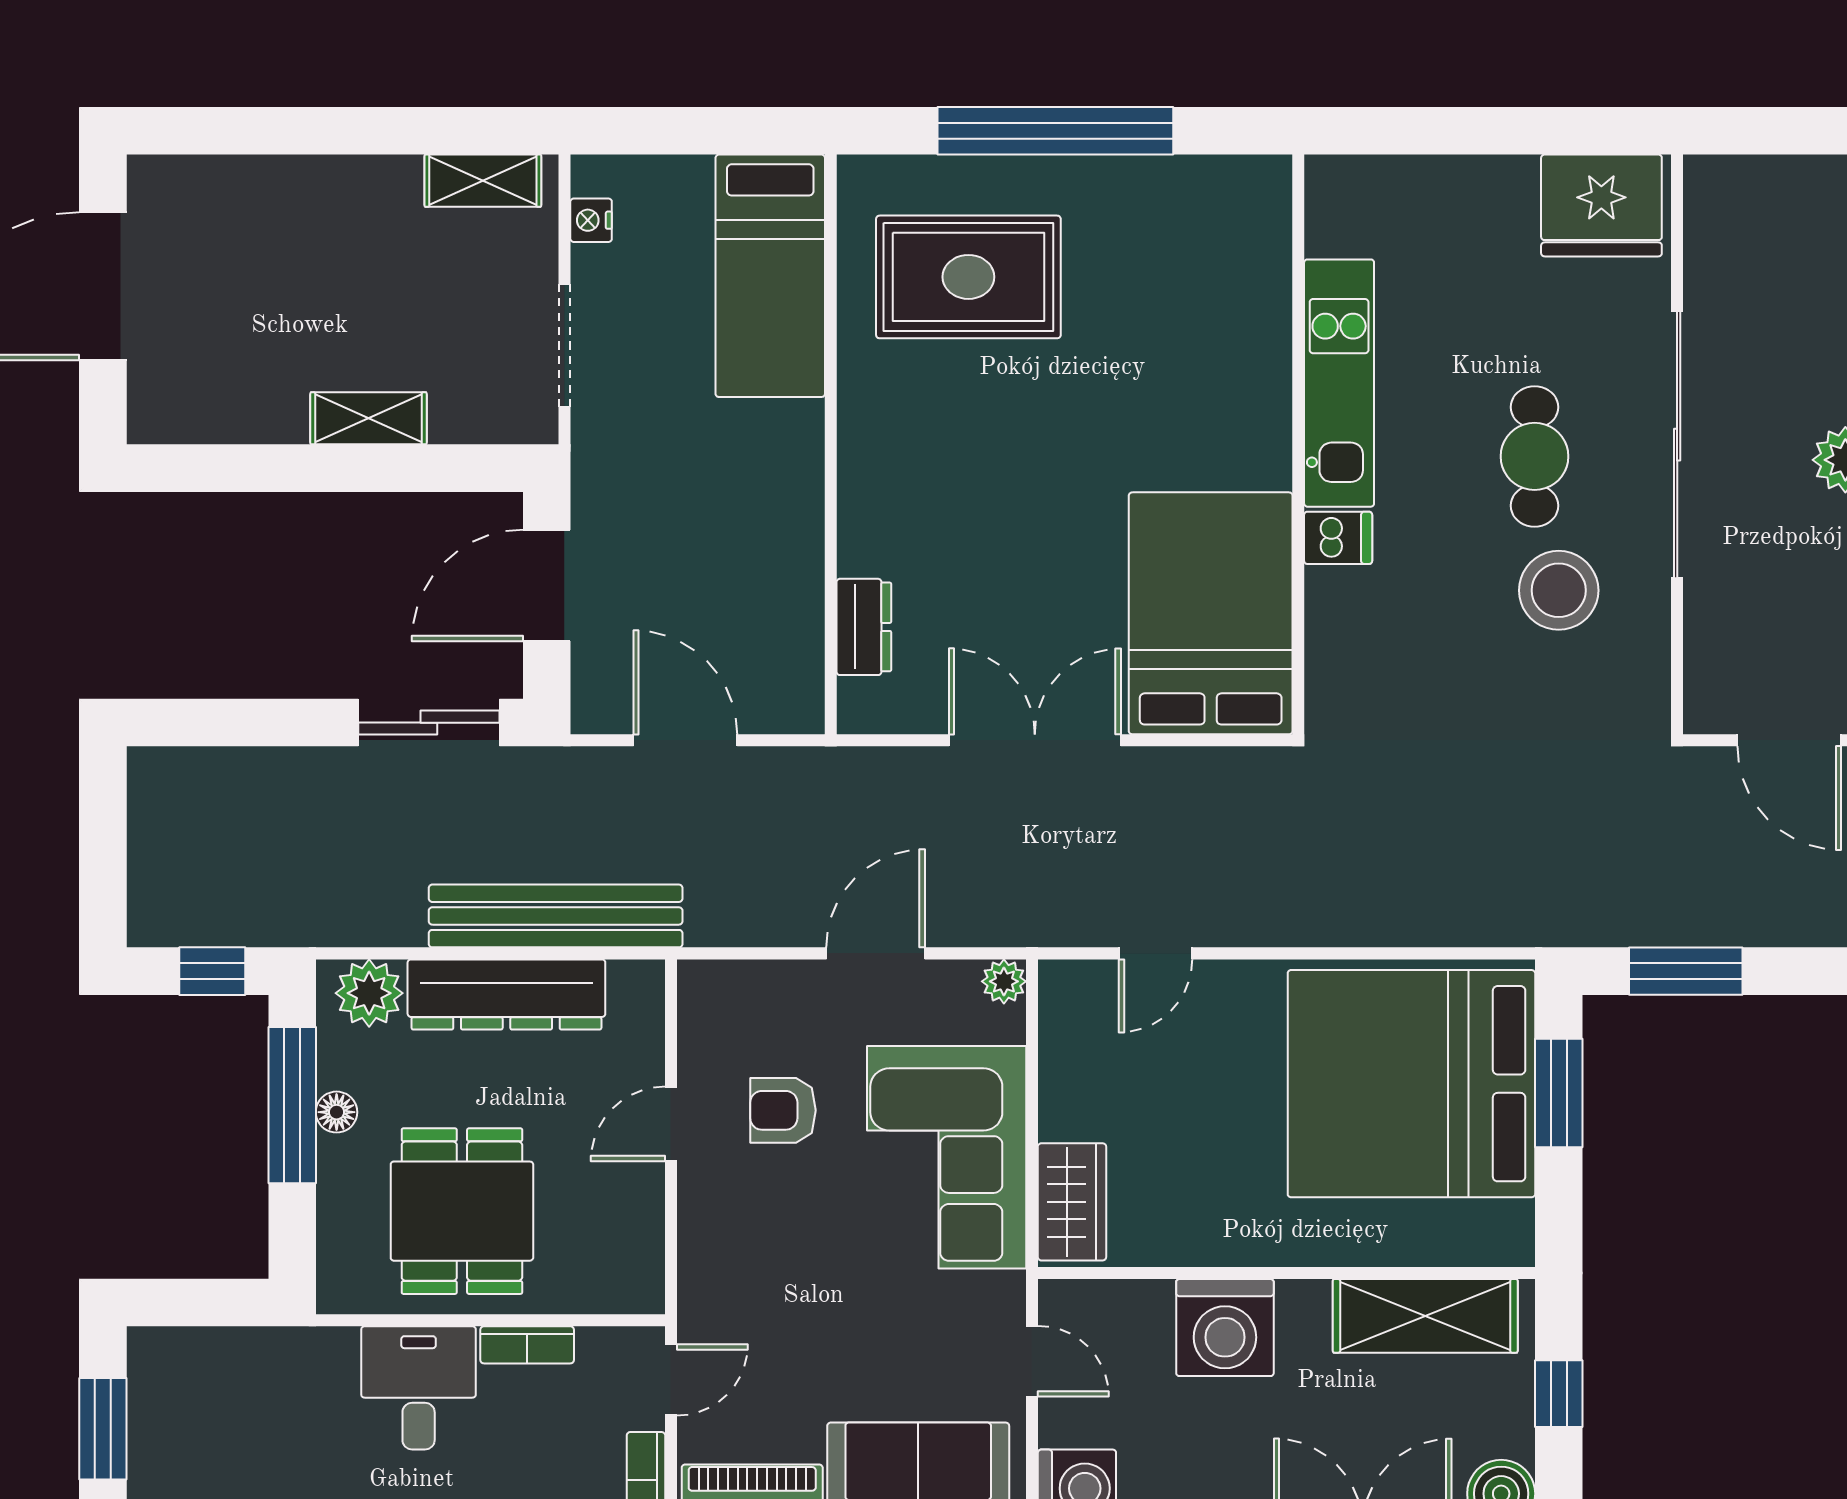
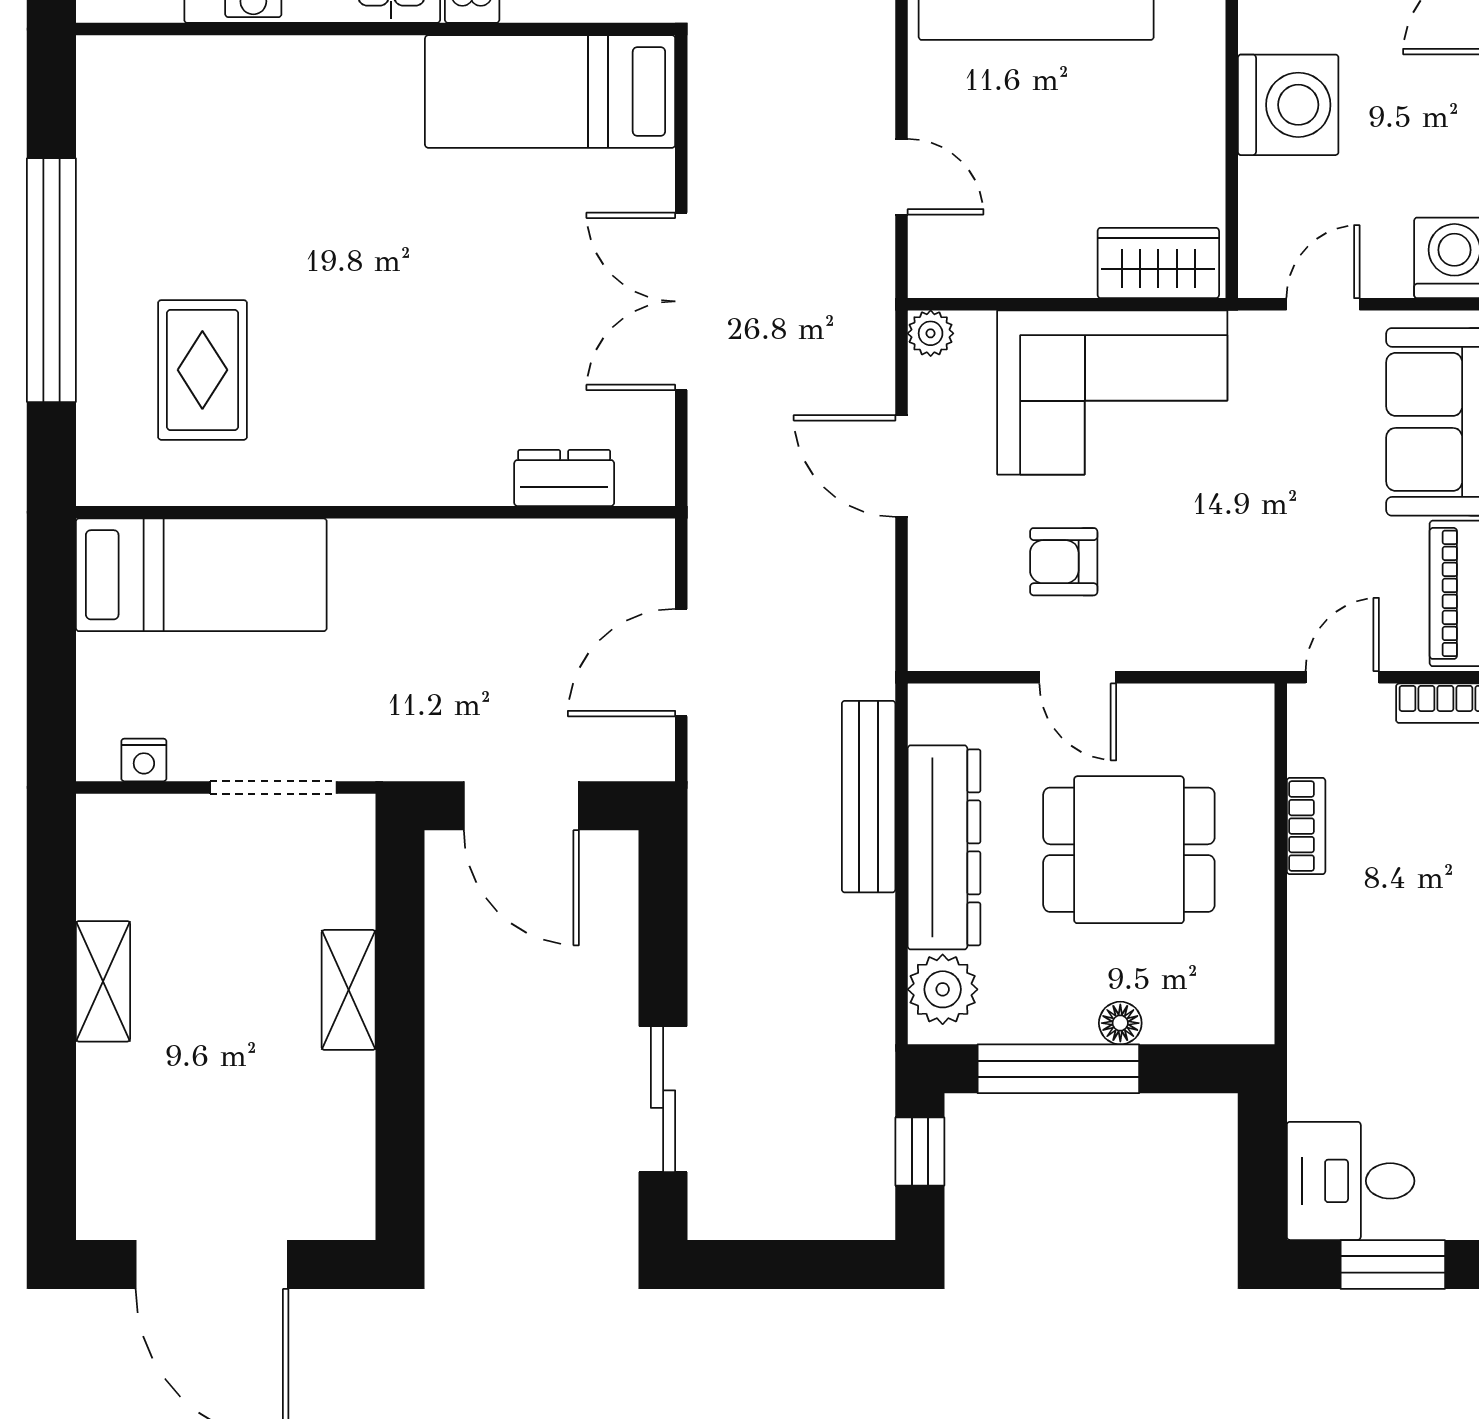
shelving: (483, 181) -> (103, 981), moved
rug: (968, 277) -> (202, 370), width x0.73, depth x0.70
bed: (1211, 613) -> (550, 92), width x0.67
sliding door: (429, 723) -> (663, 1099), moved
bench: (556, 916) -> (869, 797), width x0.73, depth x0.82
armchair: (783, 1110) -> (1064, 562), turned 90
floor lamp: (337, 1112) -> (1120, 1023), moved
dining table: (462, 1211) -> (1129, 850), moved
door: (671, 1380) -> (1342, 677), hinge flipped
desk: (419, 1388) -> (1351, 1181), moved

